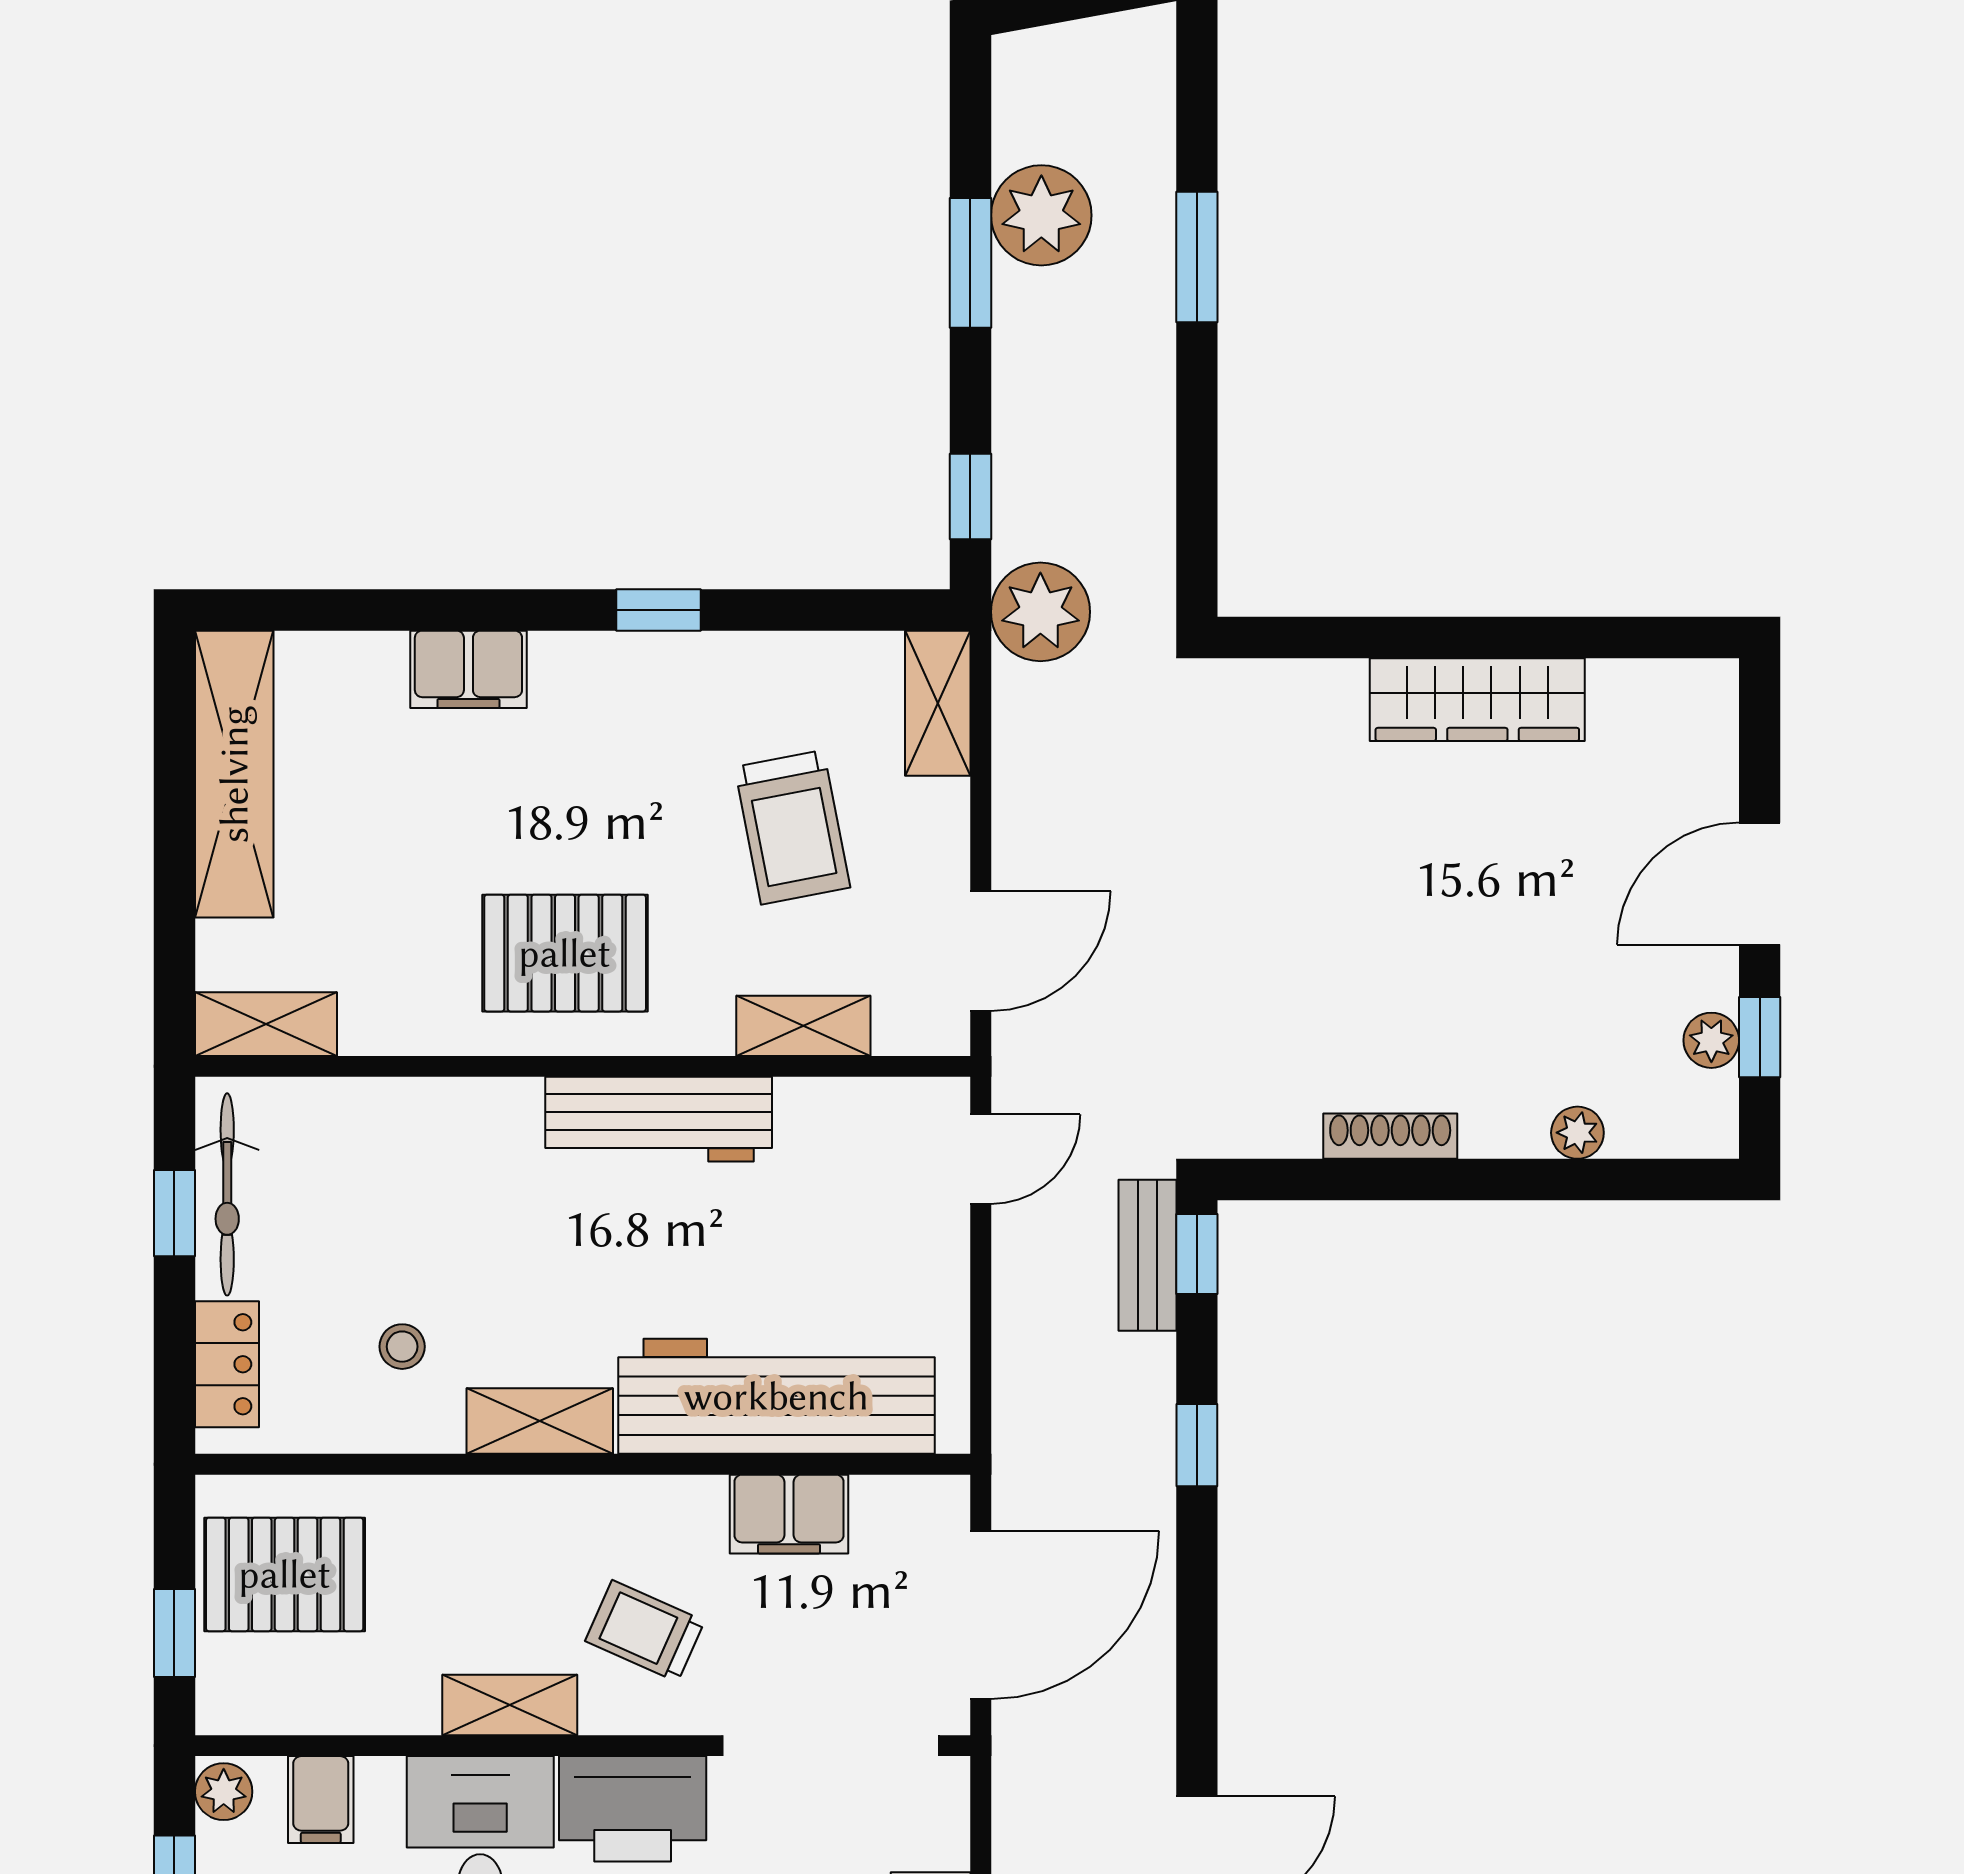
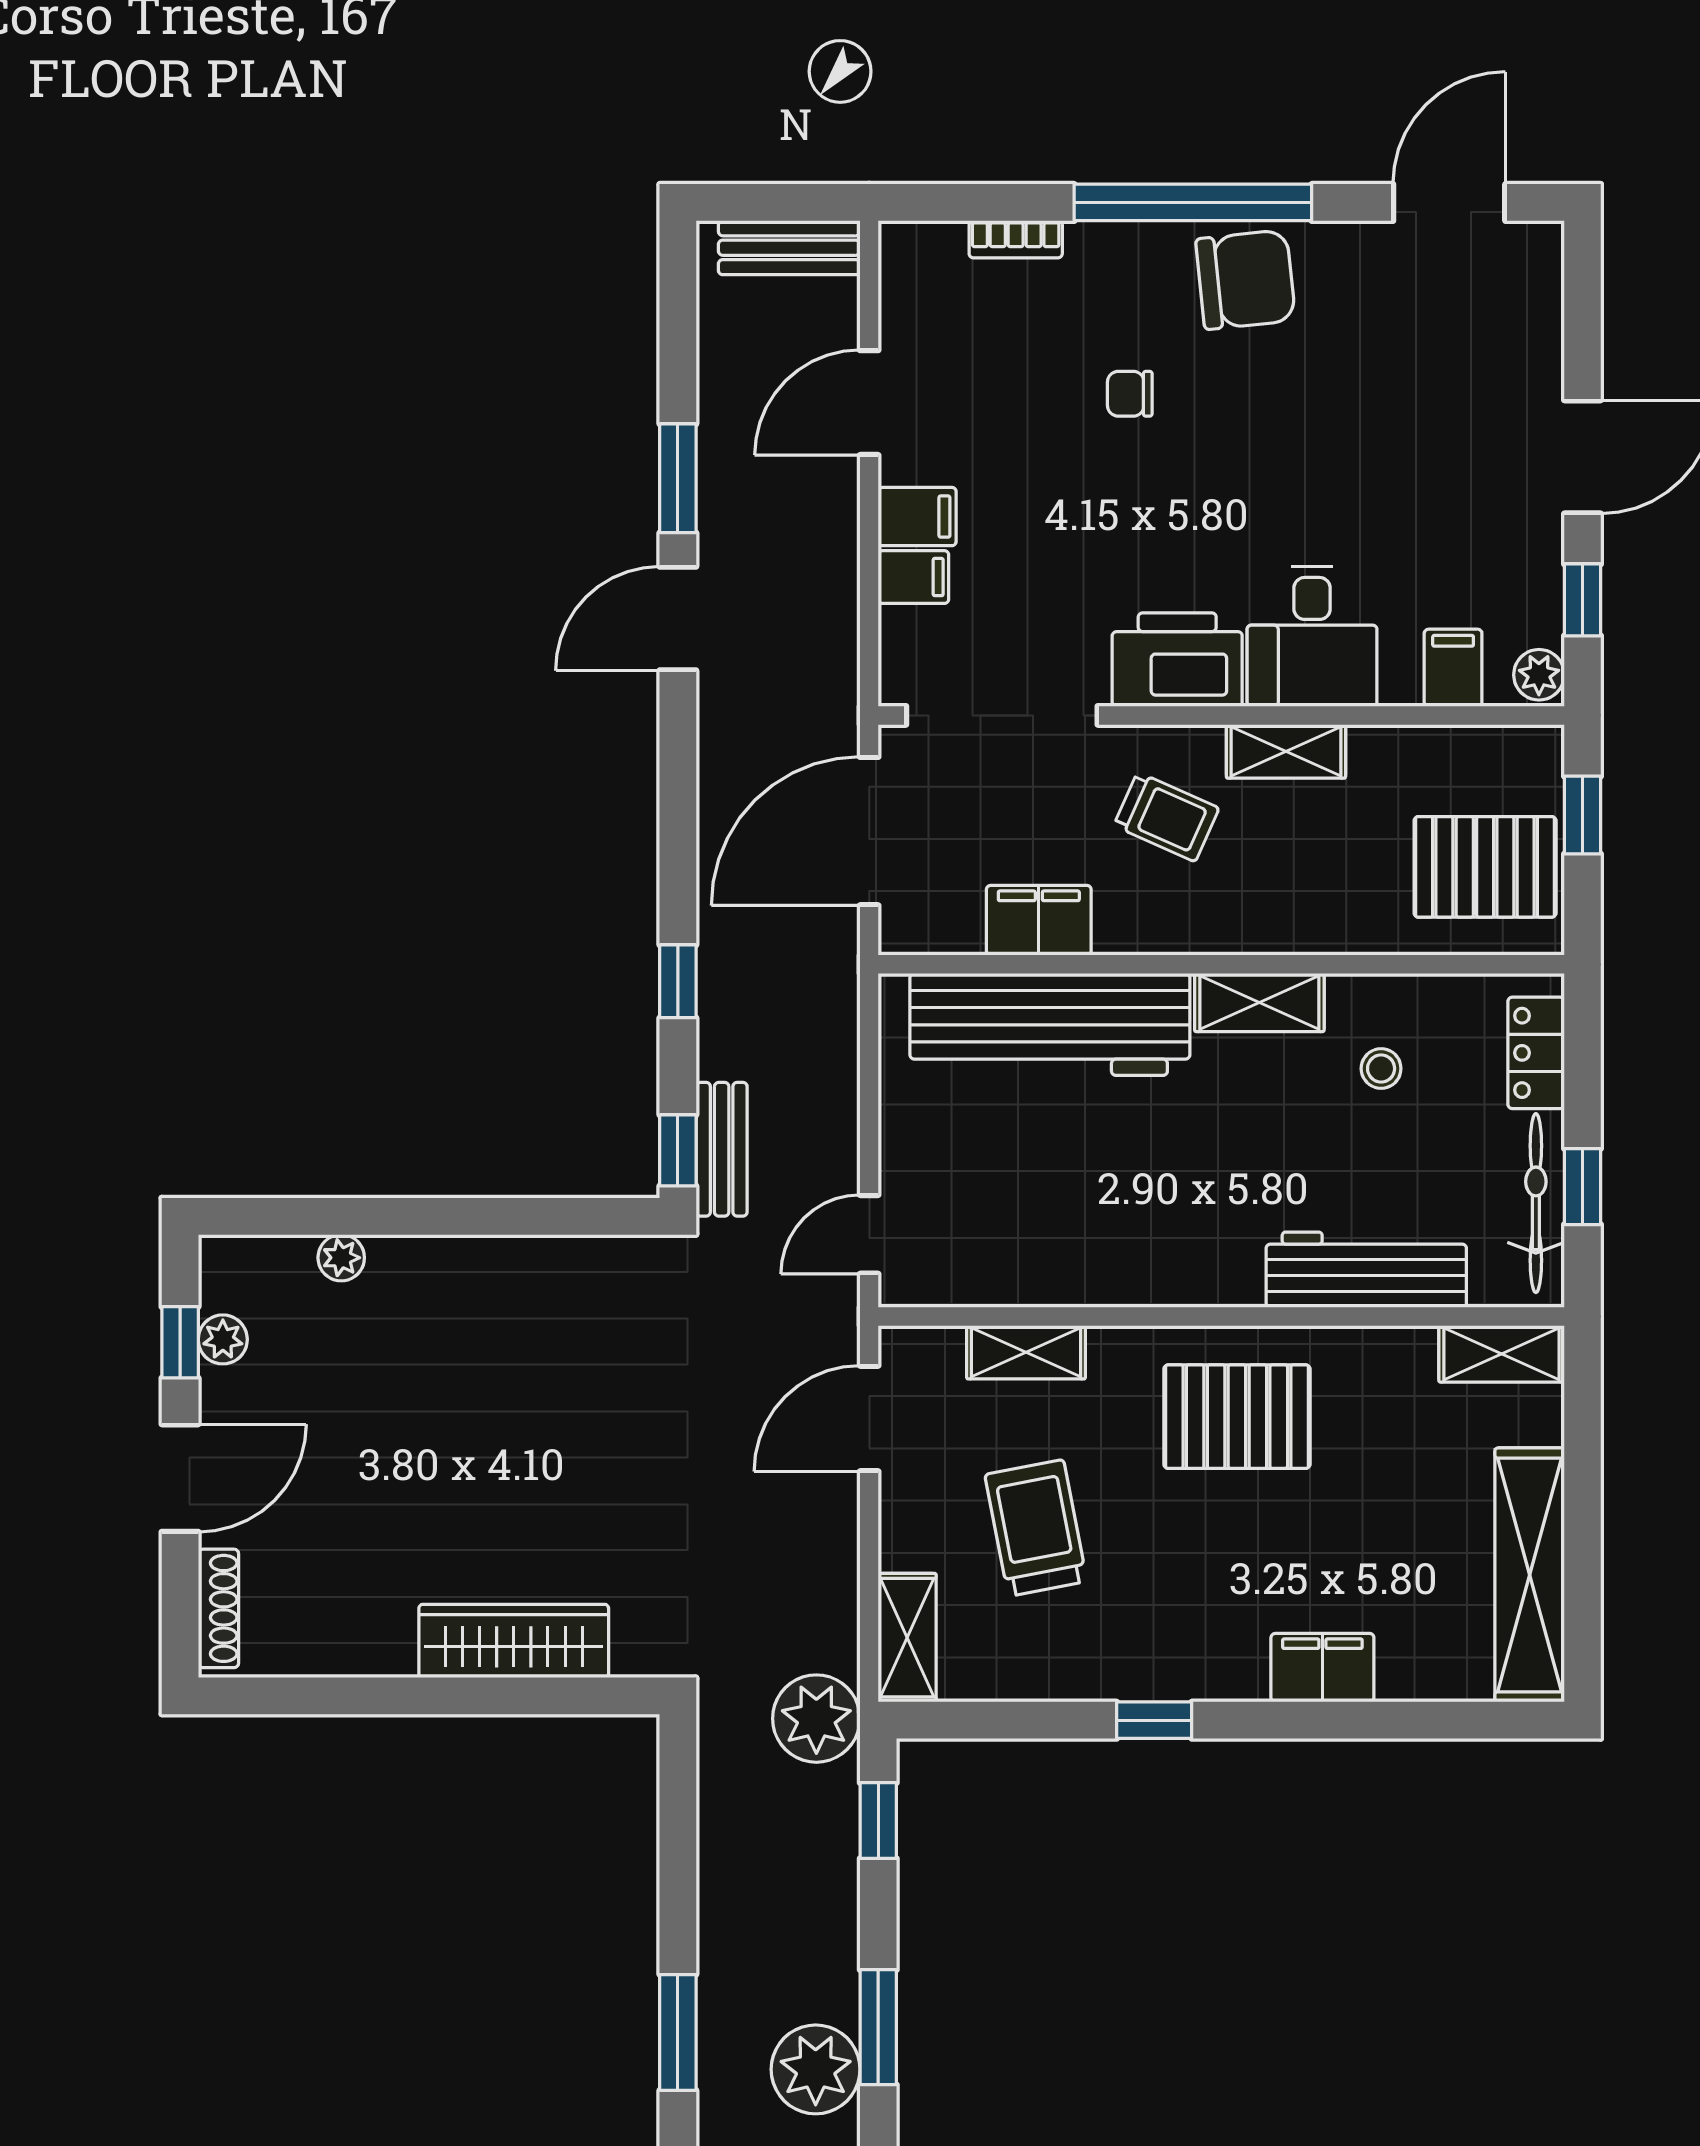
wardrobe: (1477, 700) -> (514, 1641), moved
workbench: (659, 1119) -> (1366, 1270), moved
shoe rack: (1390, 1136) -> (218, 1608), moved, turned -90

